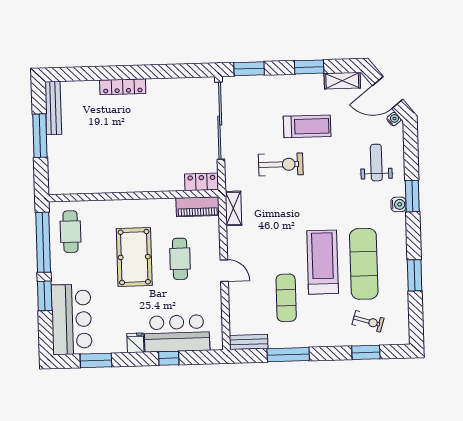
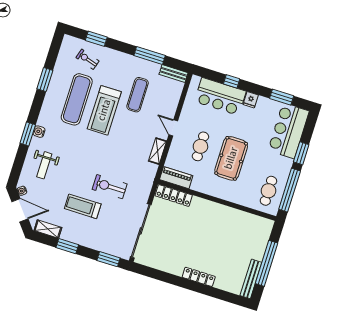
window: (40, 136) -> (267, 263), width x1.46
locker: (201, 182) -> (174, 195), width x1.53
shelving: (233, 208) -> (158, 151), moved

